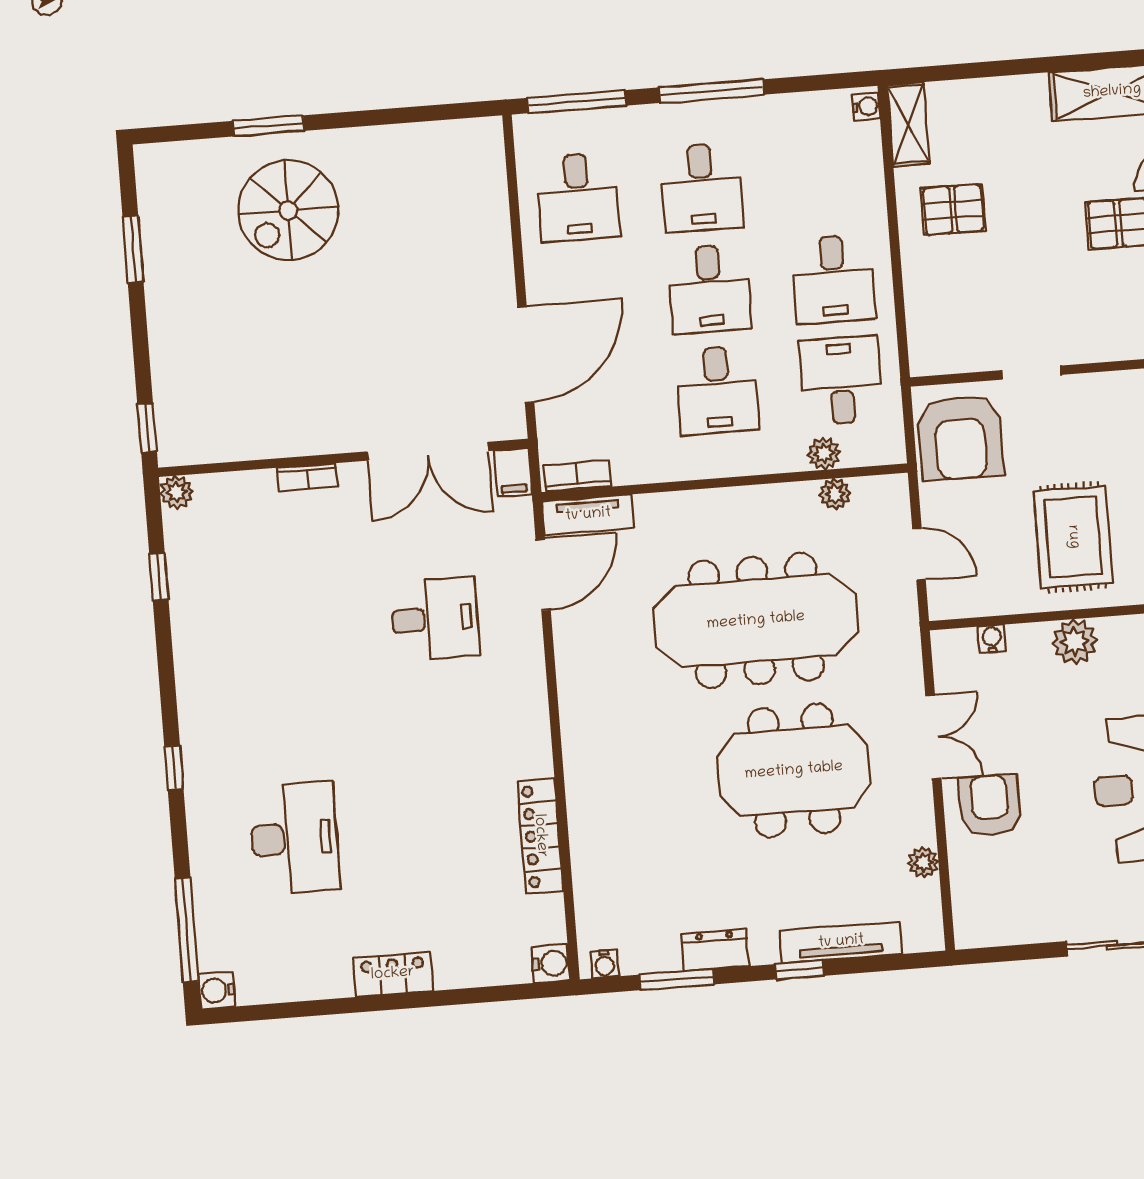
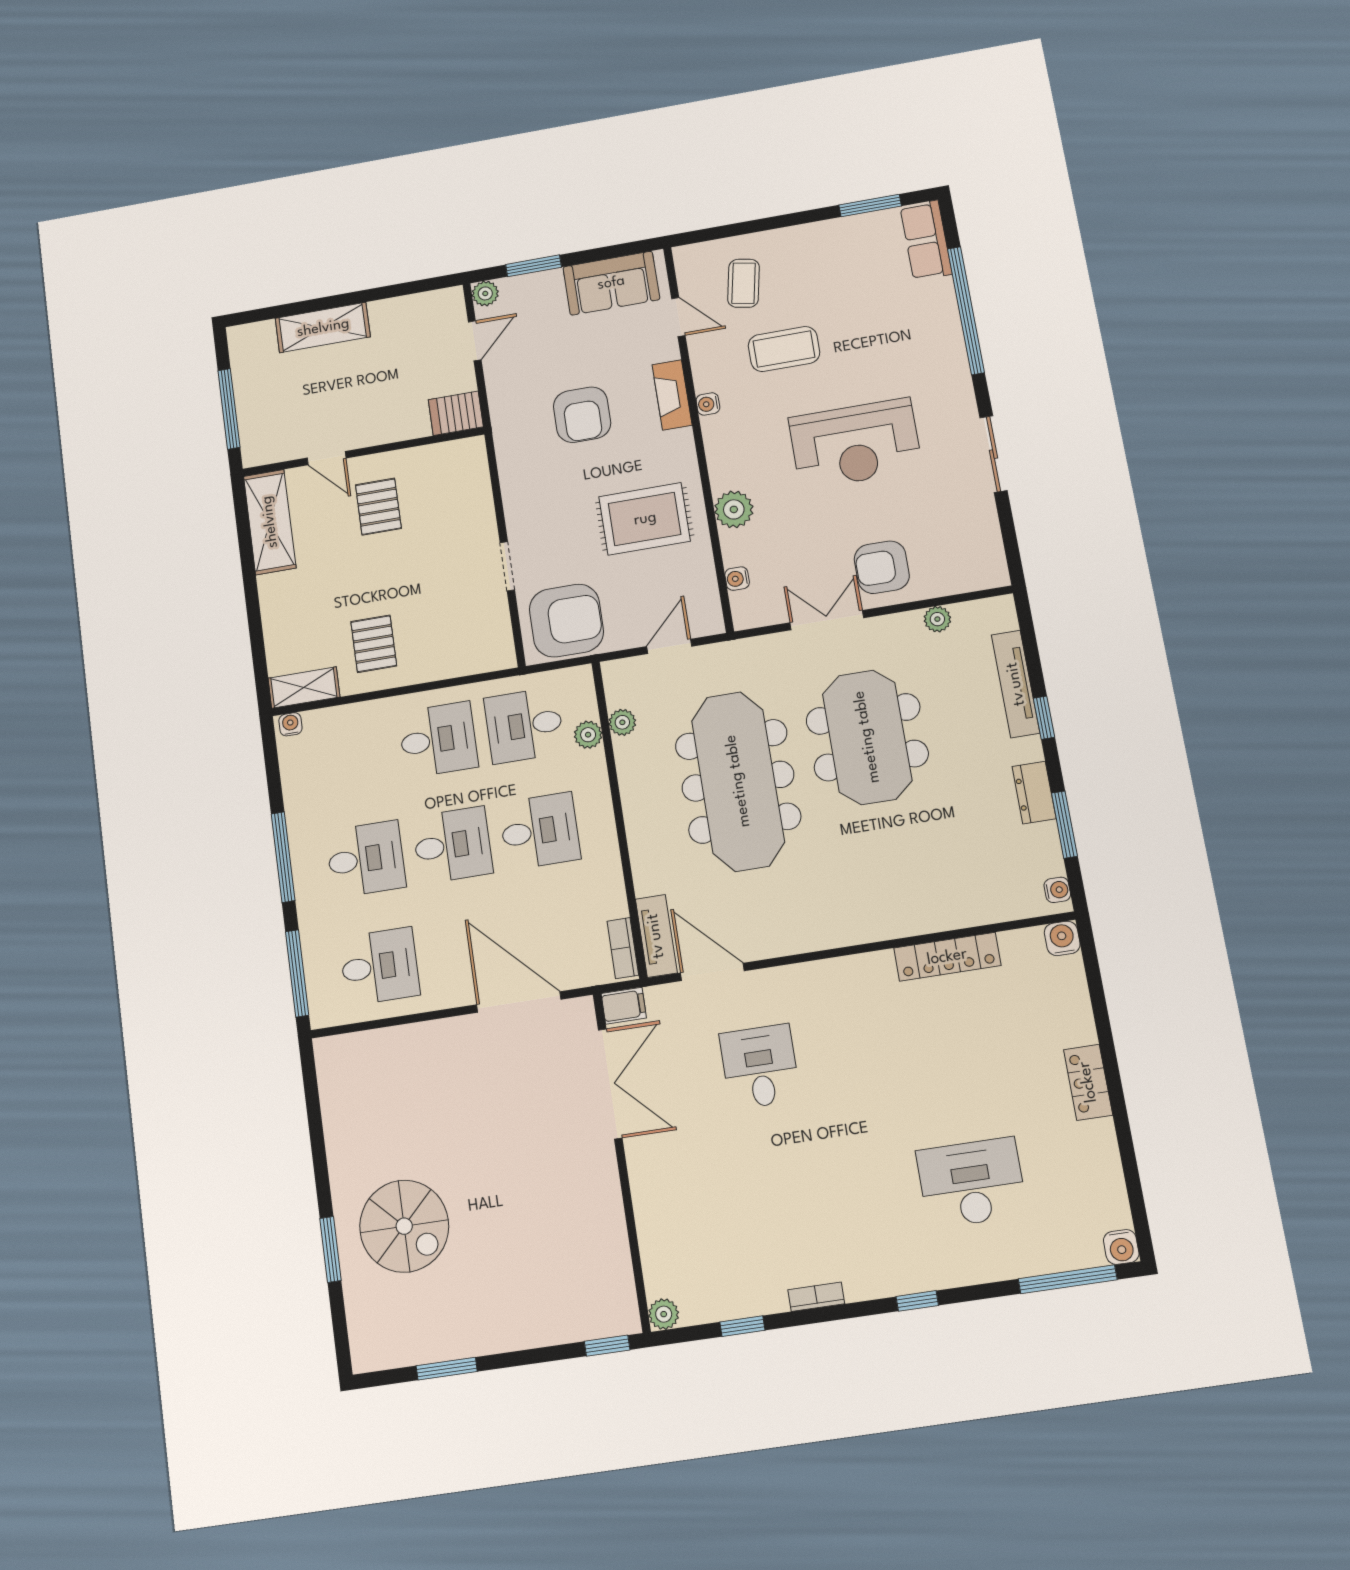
bookcase: (307, 477) -> (816, 1297), moved, turned -90

